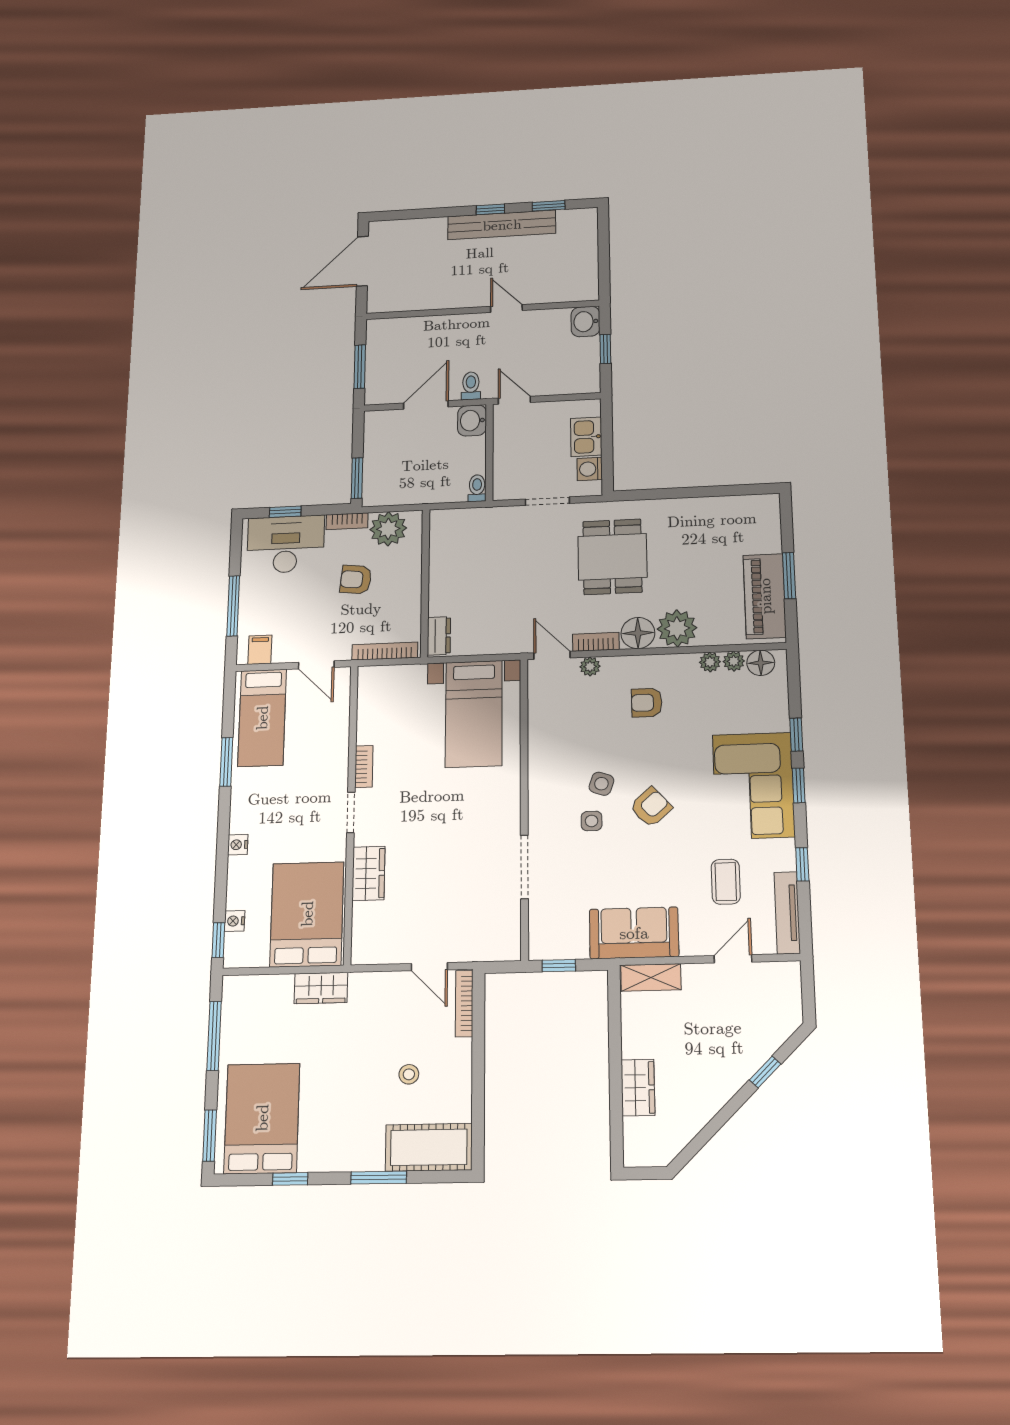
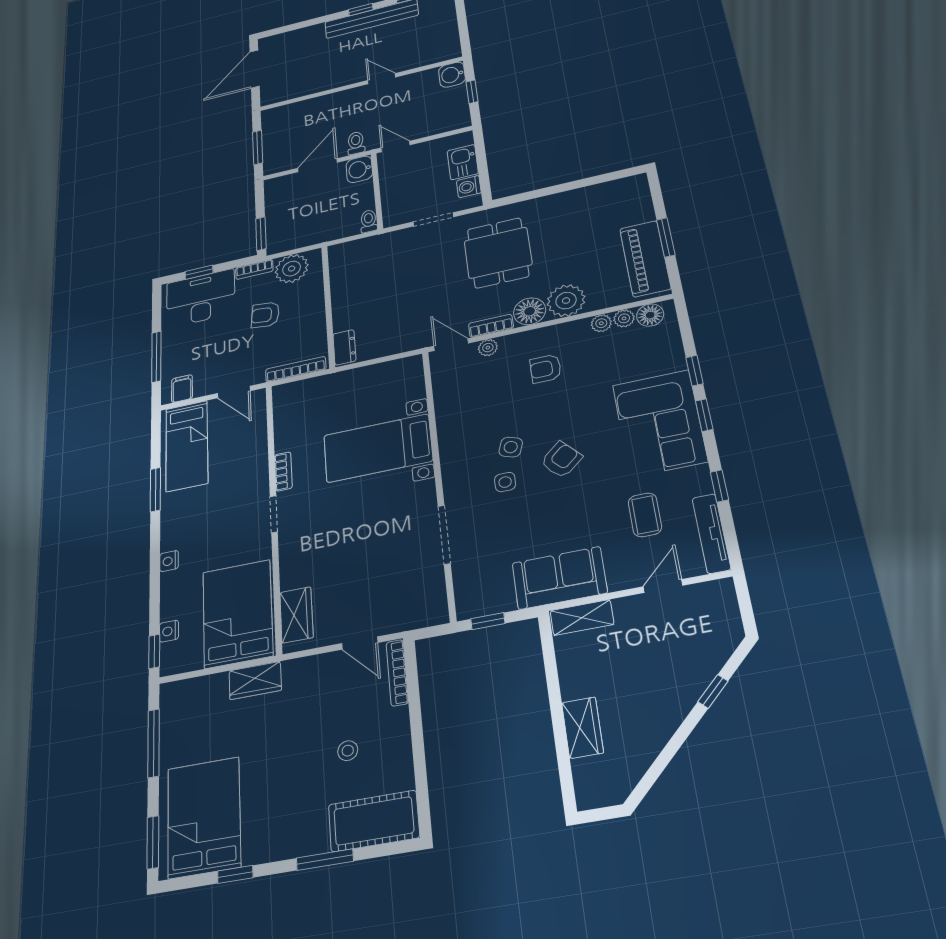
bed with nightstands: (474, 714) -> (378, 448), moved, turned 90
wardrobe: (368, 873) -> (296, 615), moved

